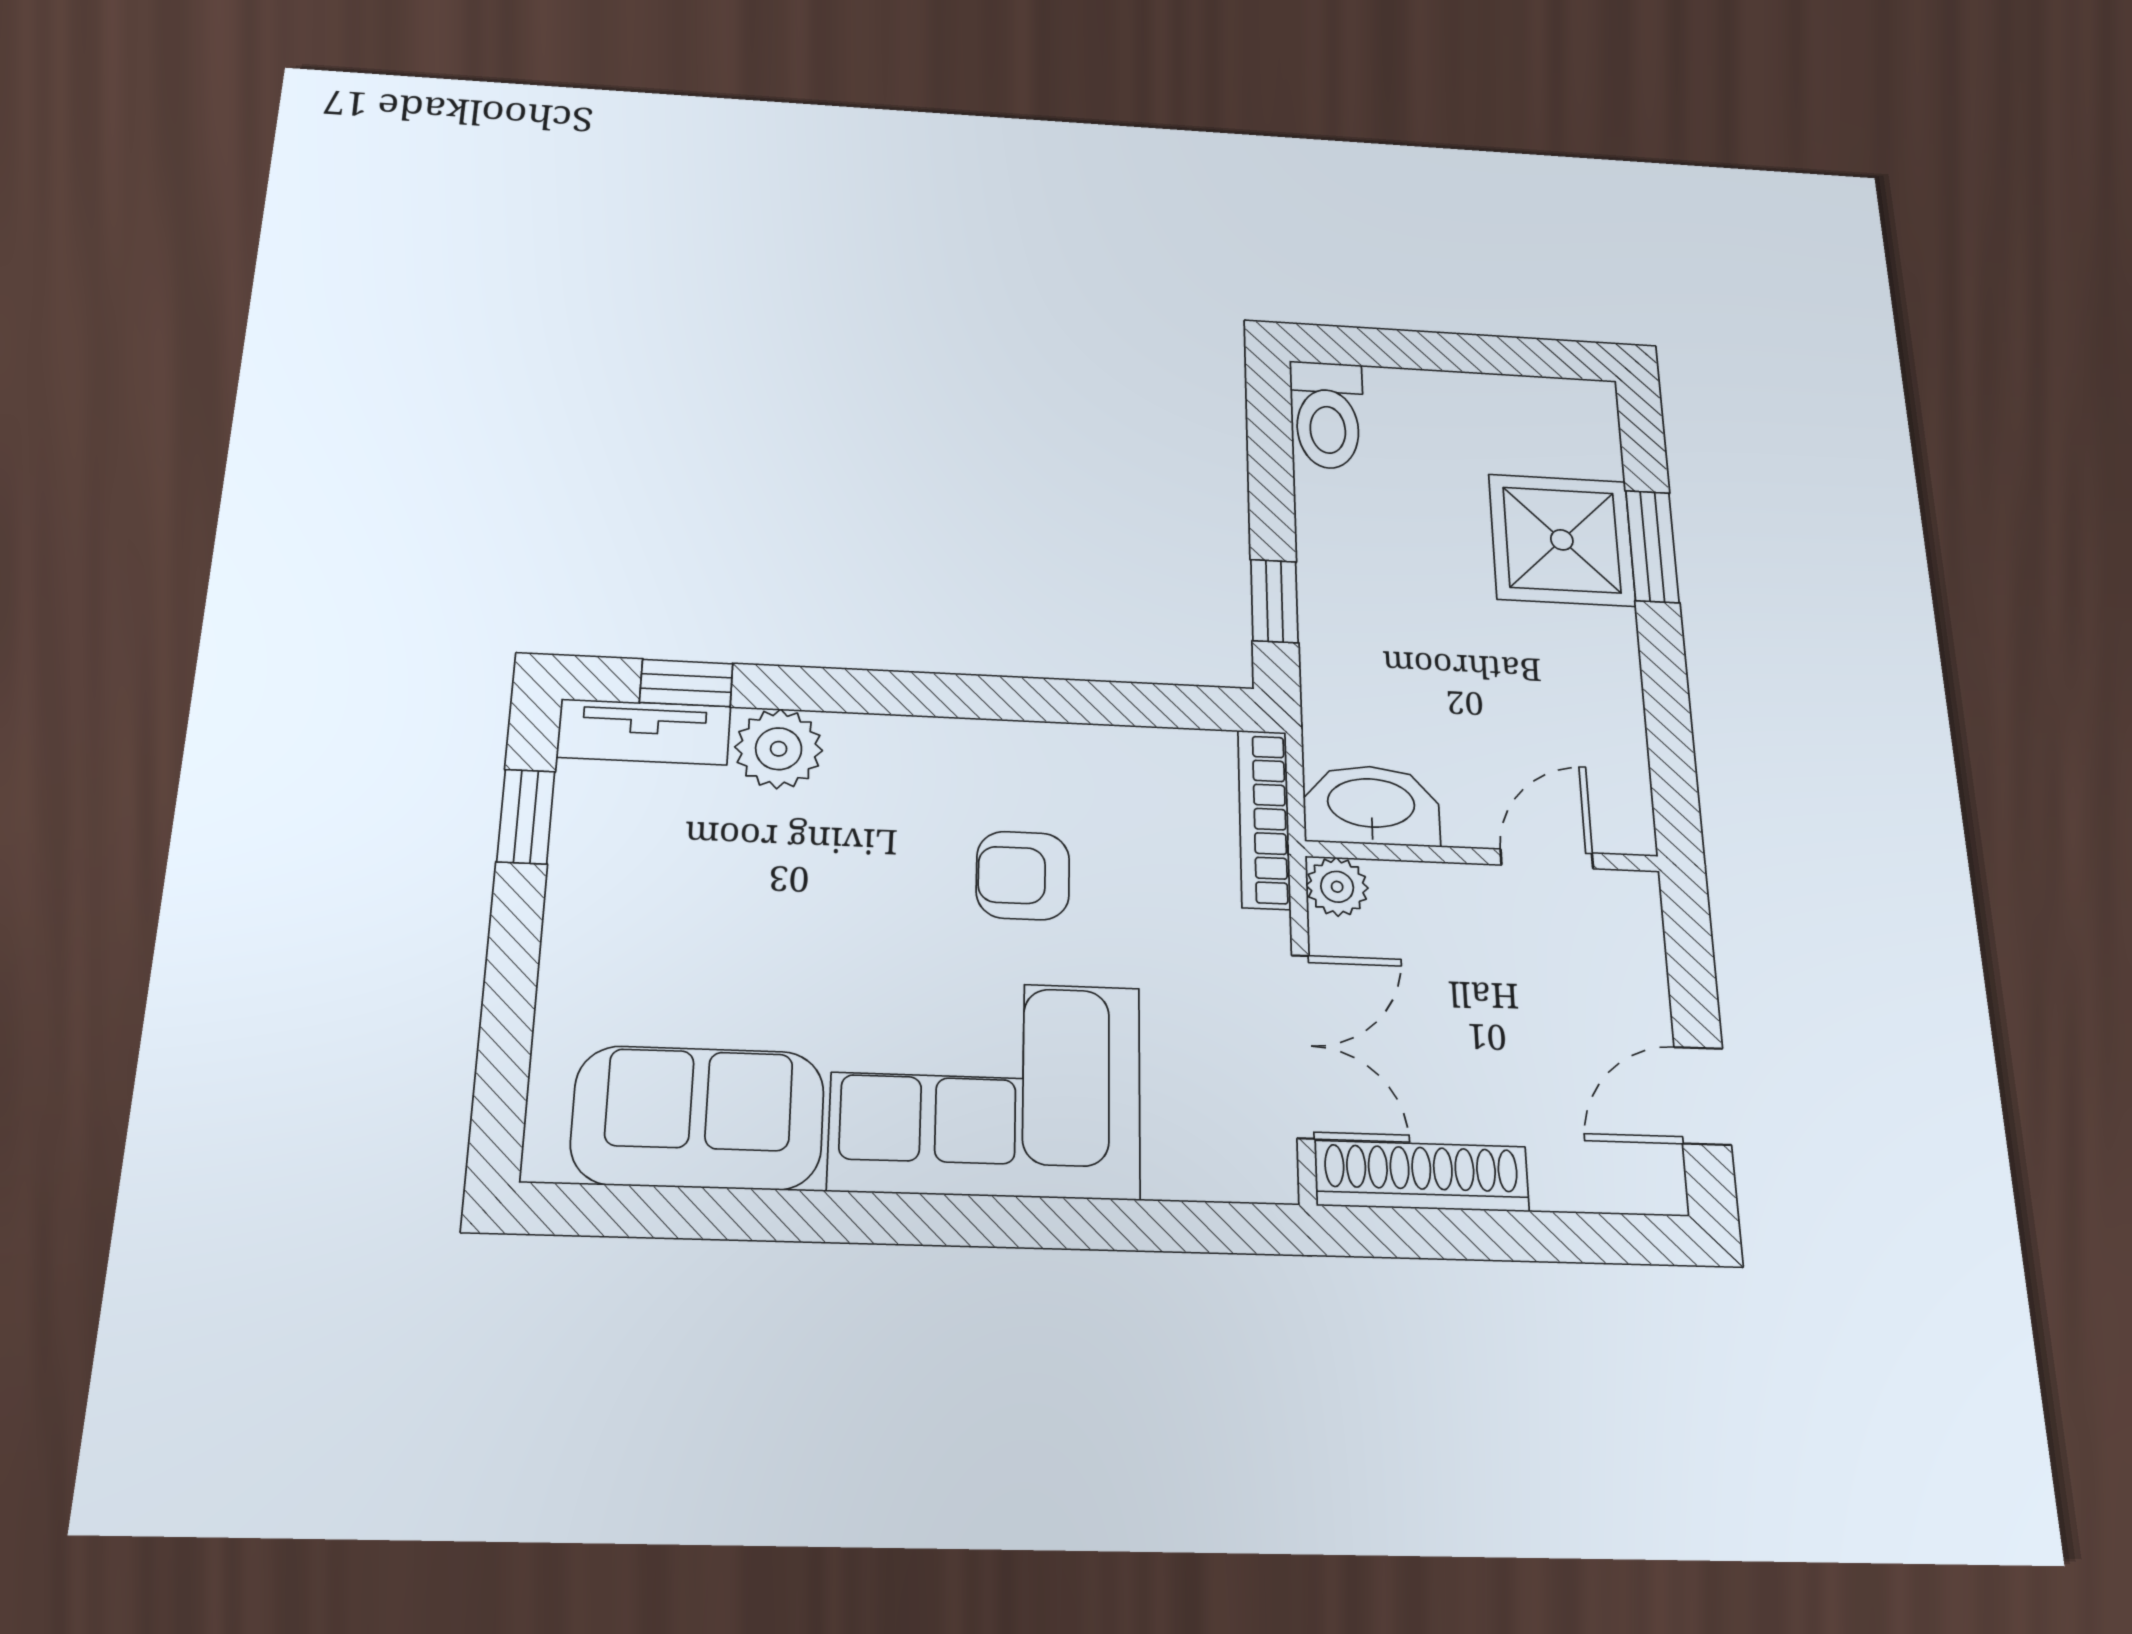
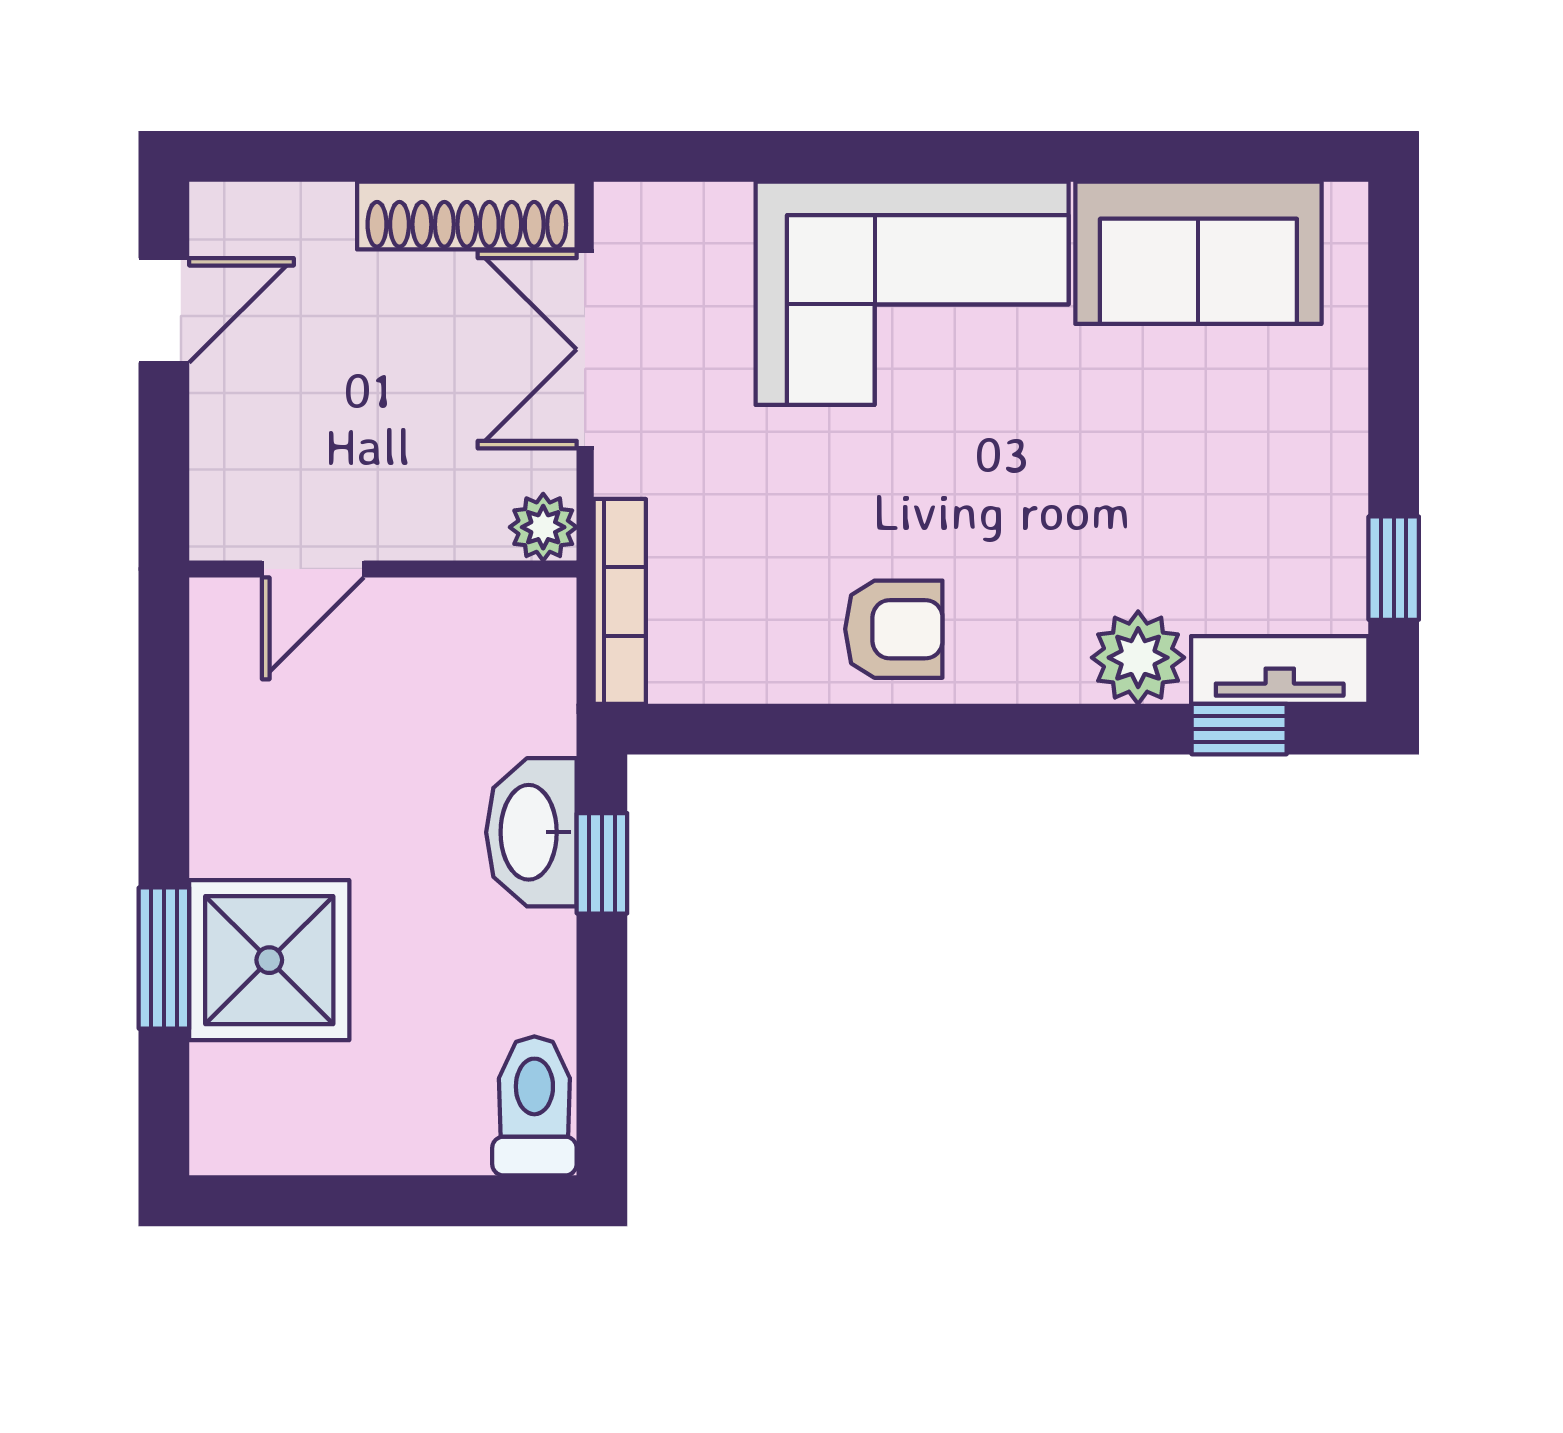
washbasin: (1371, 805) -> (531, 832), moved, turned 90
armchair: (1023, 876) -> (894, 629), moved

